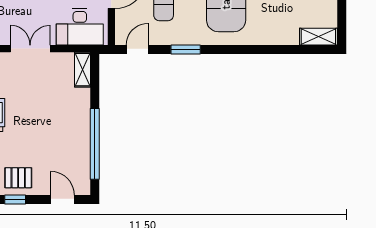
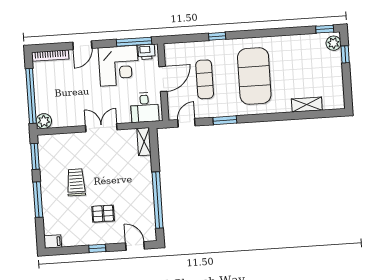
desk: (80, 27) -> (145, 107), width x0.73
shelving: (318, 37) -> (307, 105), moved
pallet: (18, 178) -> (103, 214), moved

